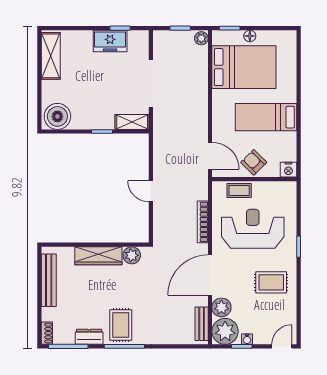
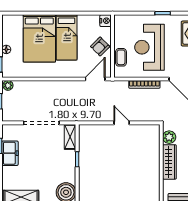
bed: (244, 67) -> (39, 38), moved, turned 180
door: (151, 191) -> (122, 123), swing flipped

